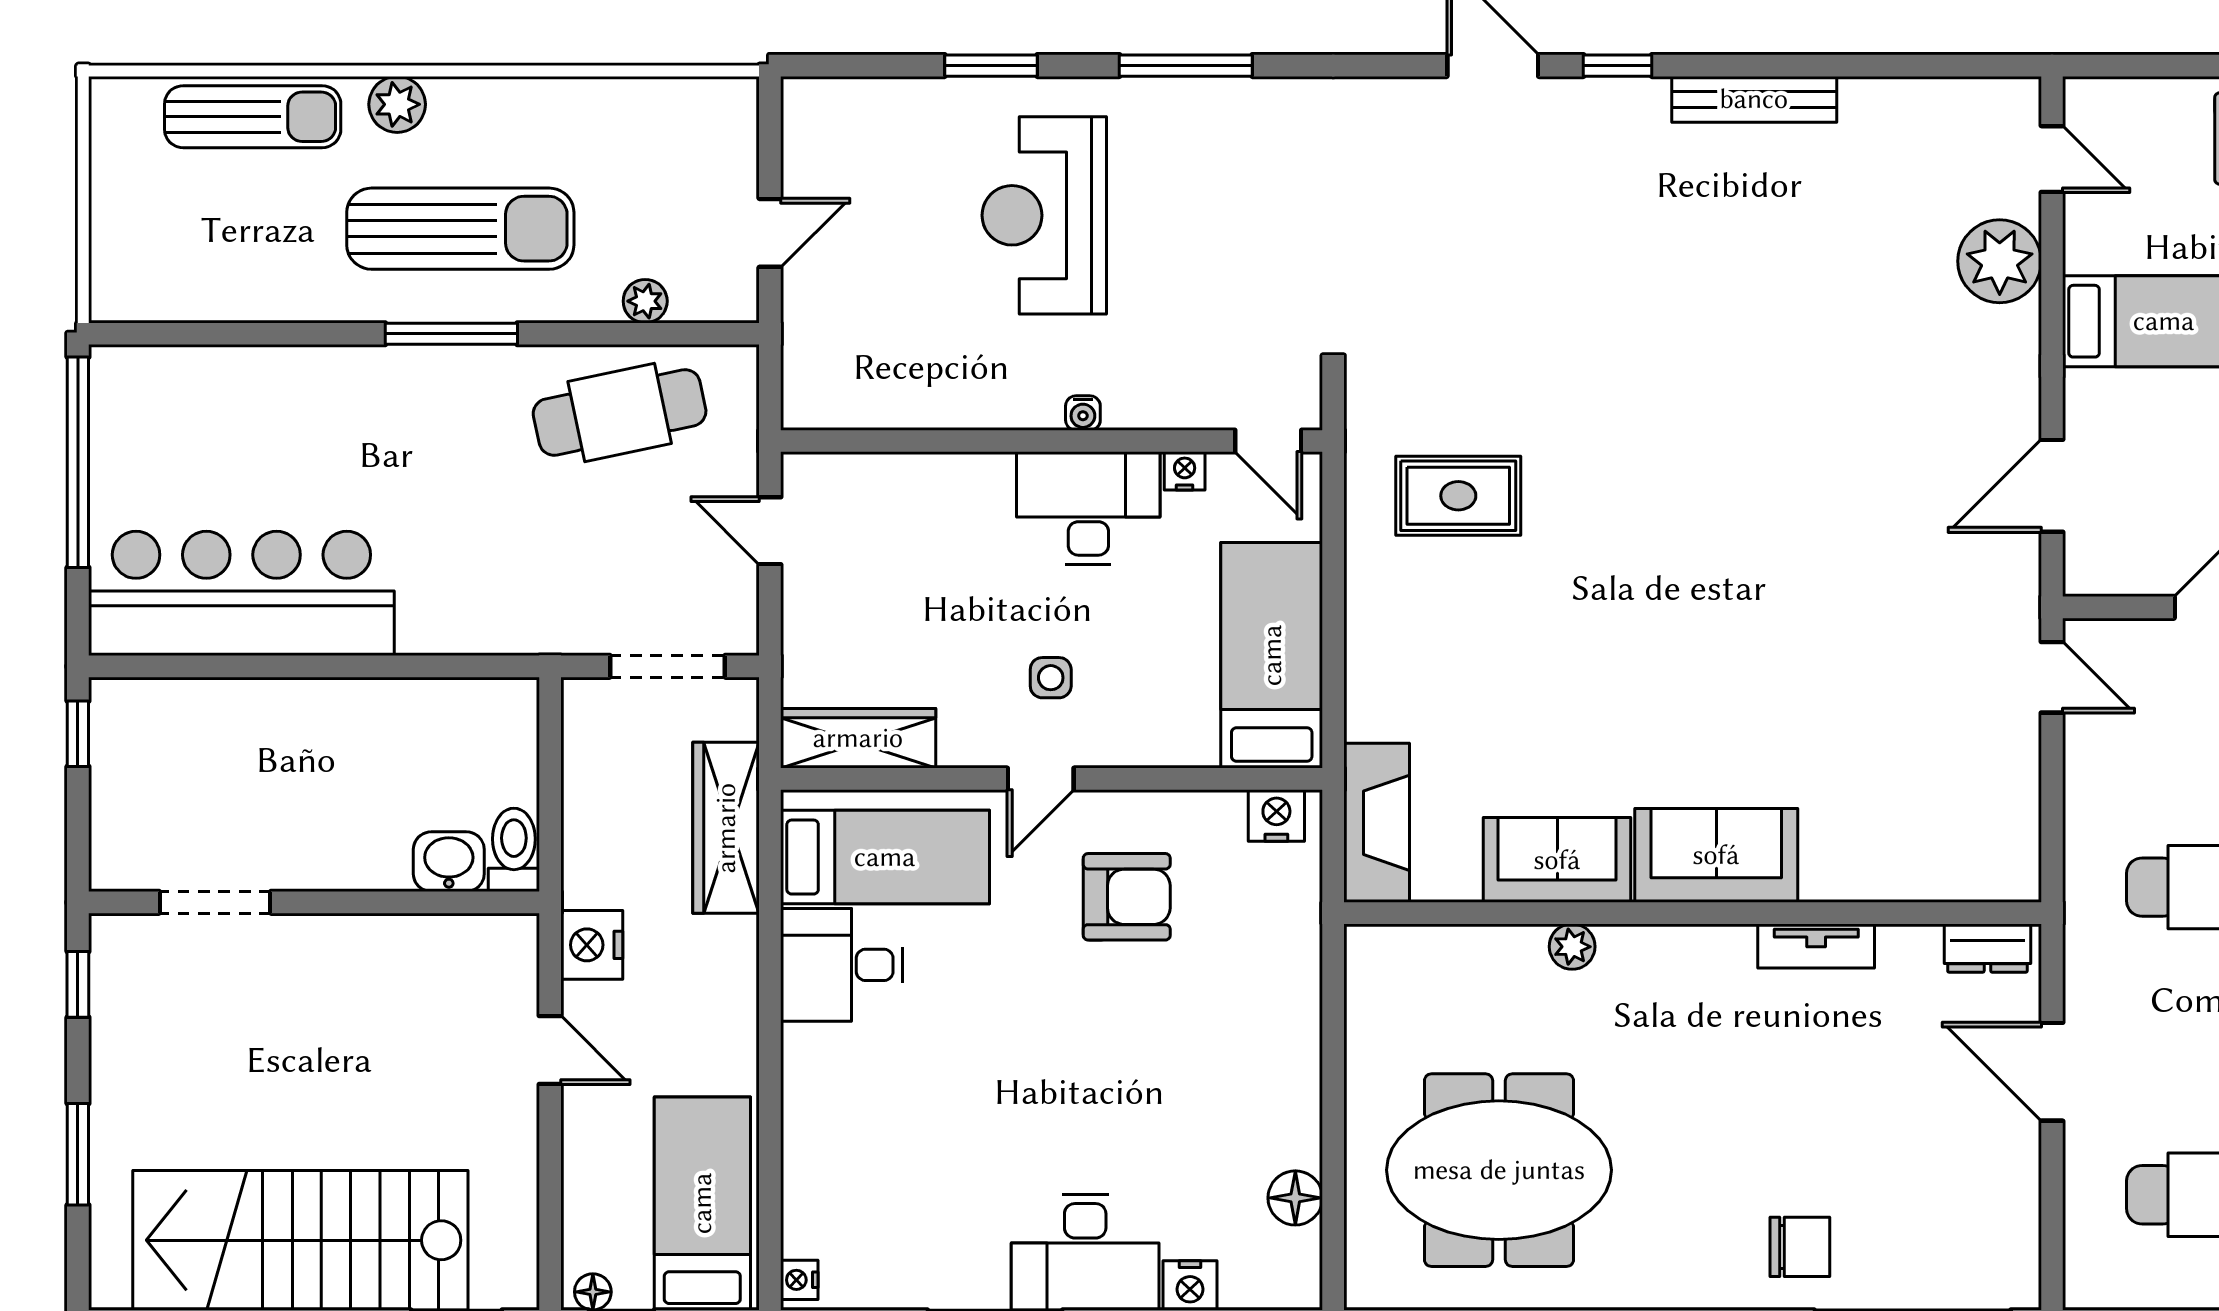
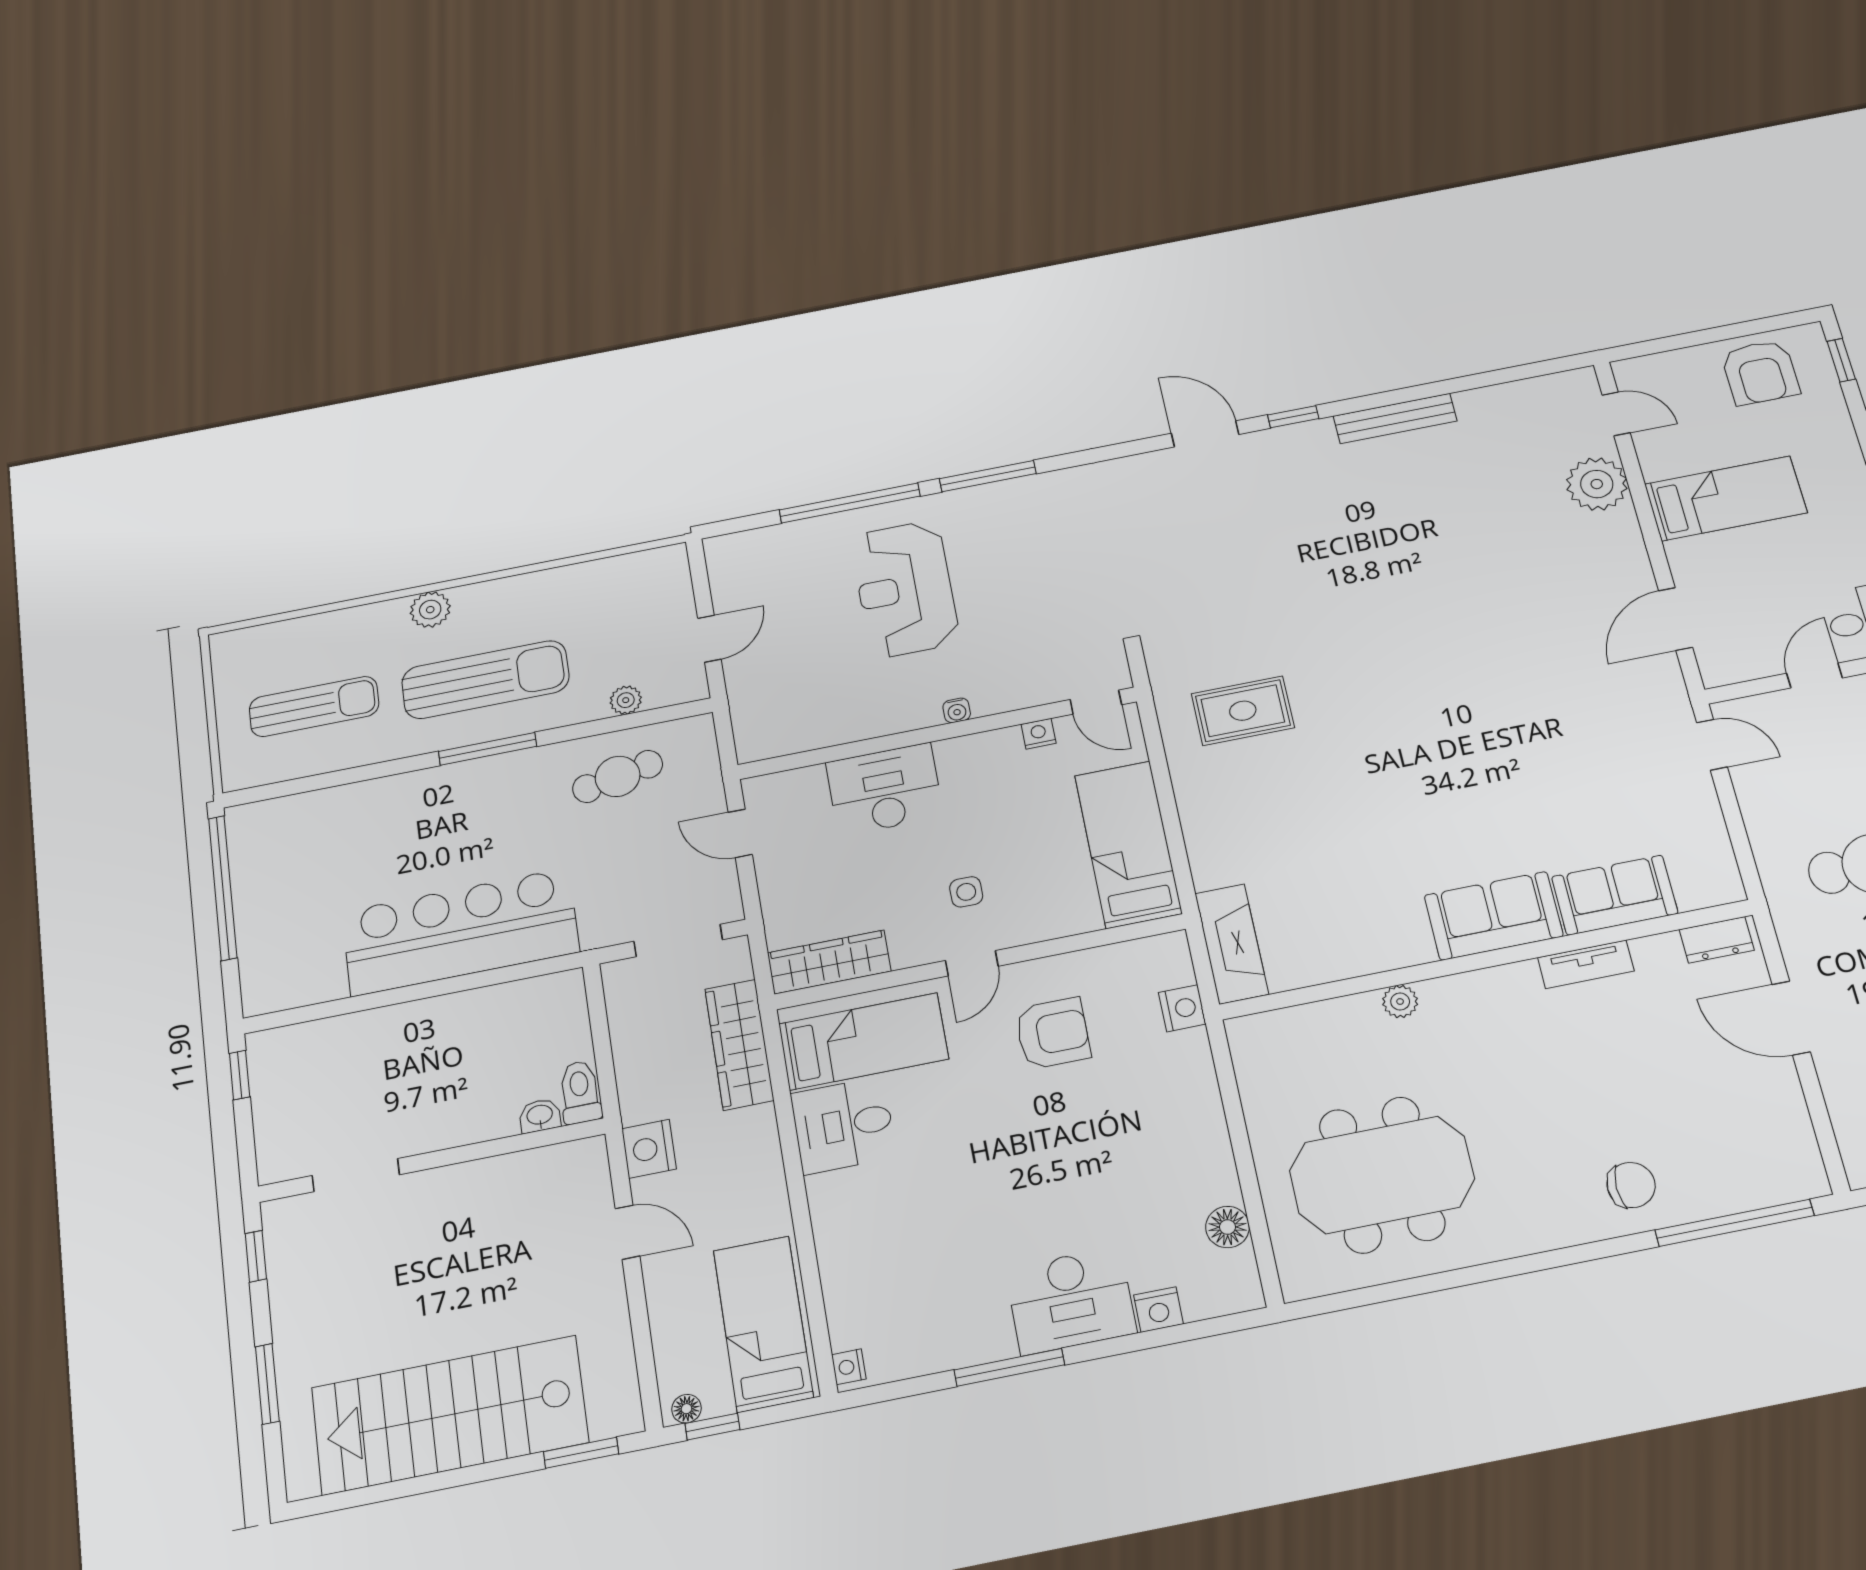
window: (991, 66) -> (850, 503), width x2.11
sun lounger: (253, 117) -> (314, 706), moved
cafe table: (620, 412) -> (618, 776), width x0.73, depth x0.74
desk: (1088, 508) -> (885, 789), moved
bar counter: (241, 593) -> (460, 932), moved
nightstand: (1276, 816) -> (1182, 1008), moved, turned 90
sofa: (1557, 860) -> (1615, 895), moved
washbasin: (449, 862) -> (540, 1116), width x0.72, depth x0.69

